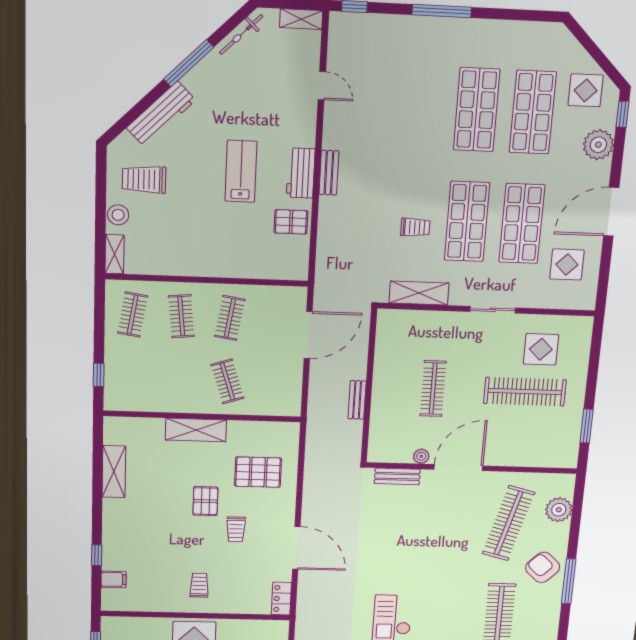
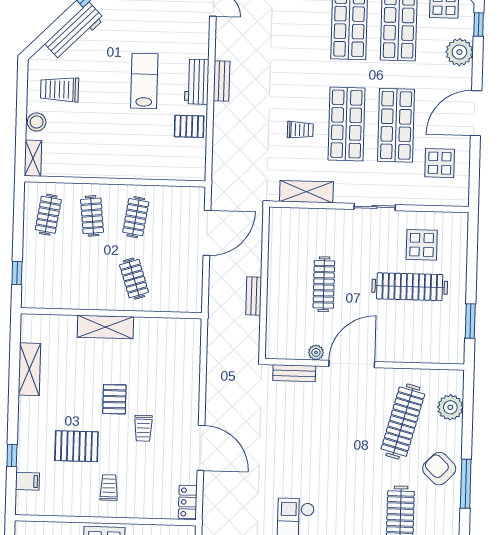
pallet: (258, 472) -> (76, 446), moved

